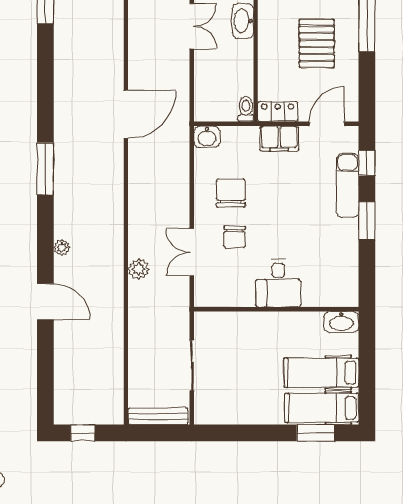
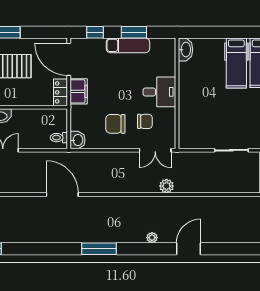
toilet: (246, 109) -> (59, 138), moved
door: (327, 124) -> (69, 59), width x1.36
exam couch: (347, 186) -> (128, 45), moved
desk: (278, 283) -> (159, 92), moved
wall: (276, 309) -> (177, 93), moved
washbasin: (341, 322) -> (185, 50), moved

